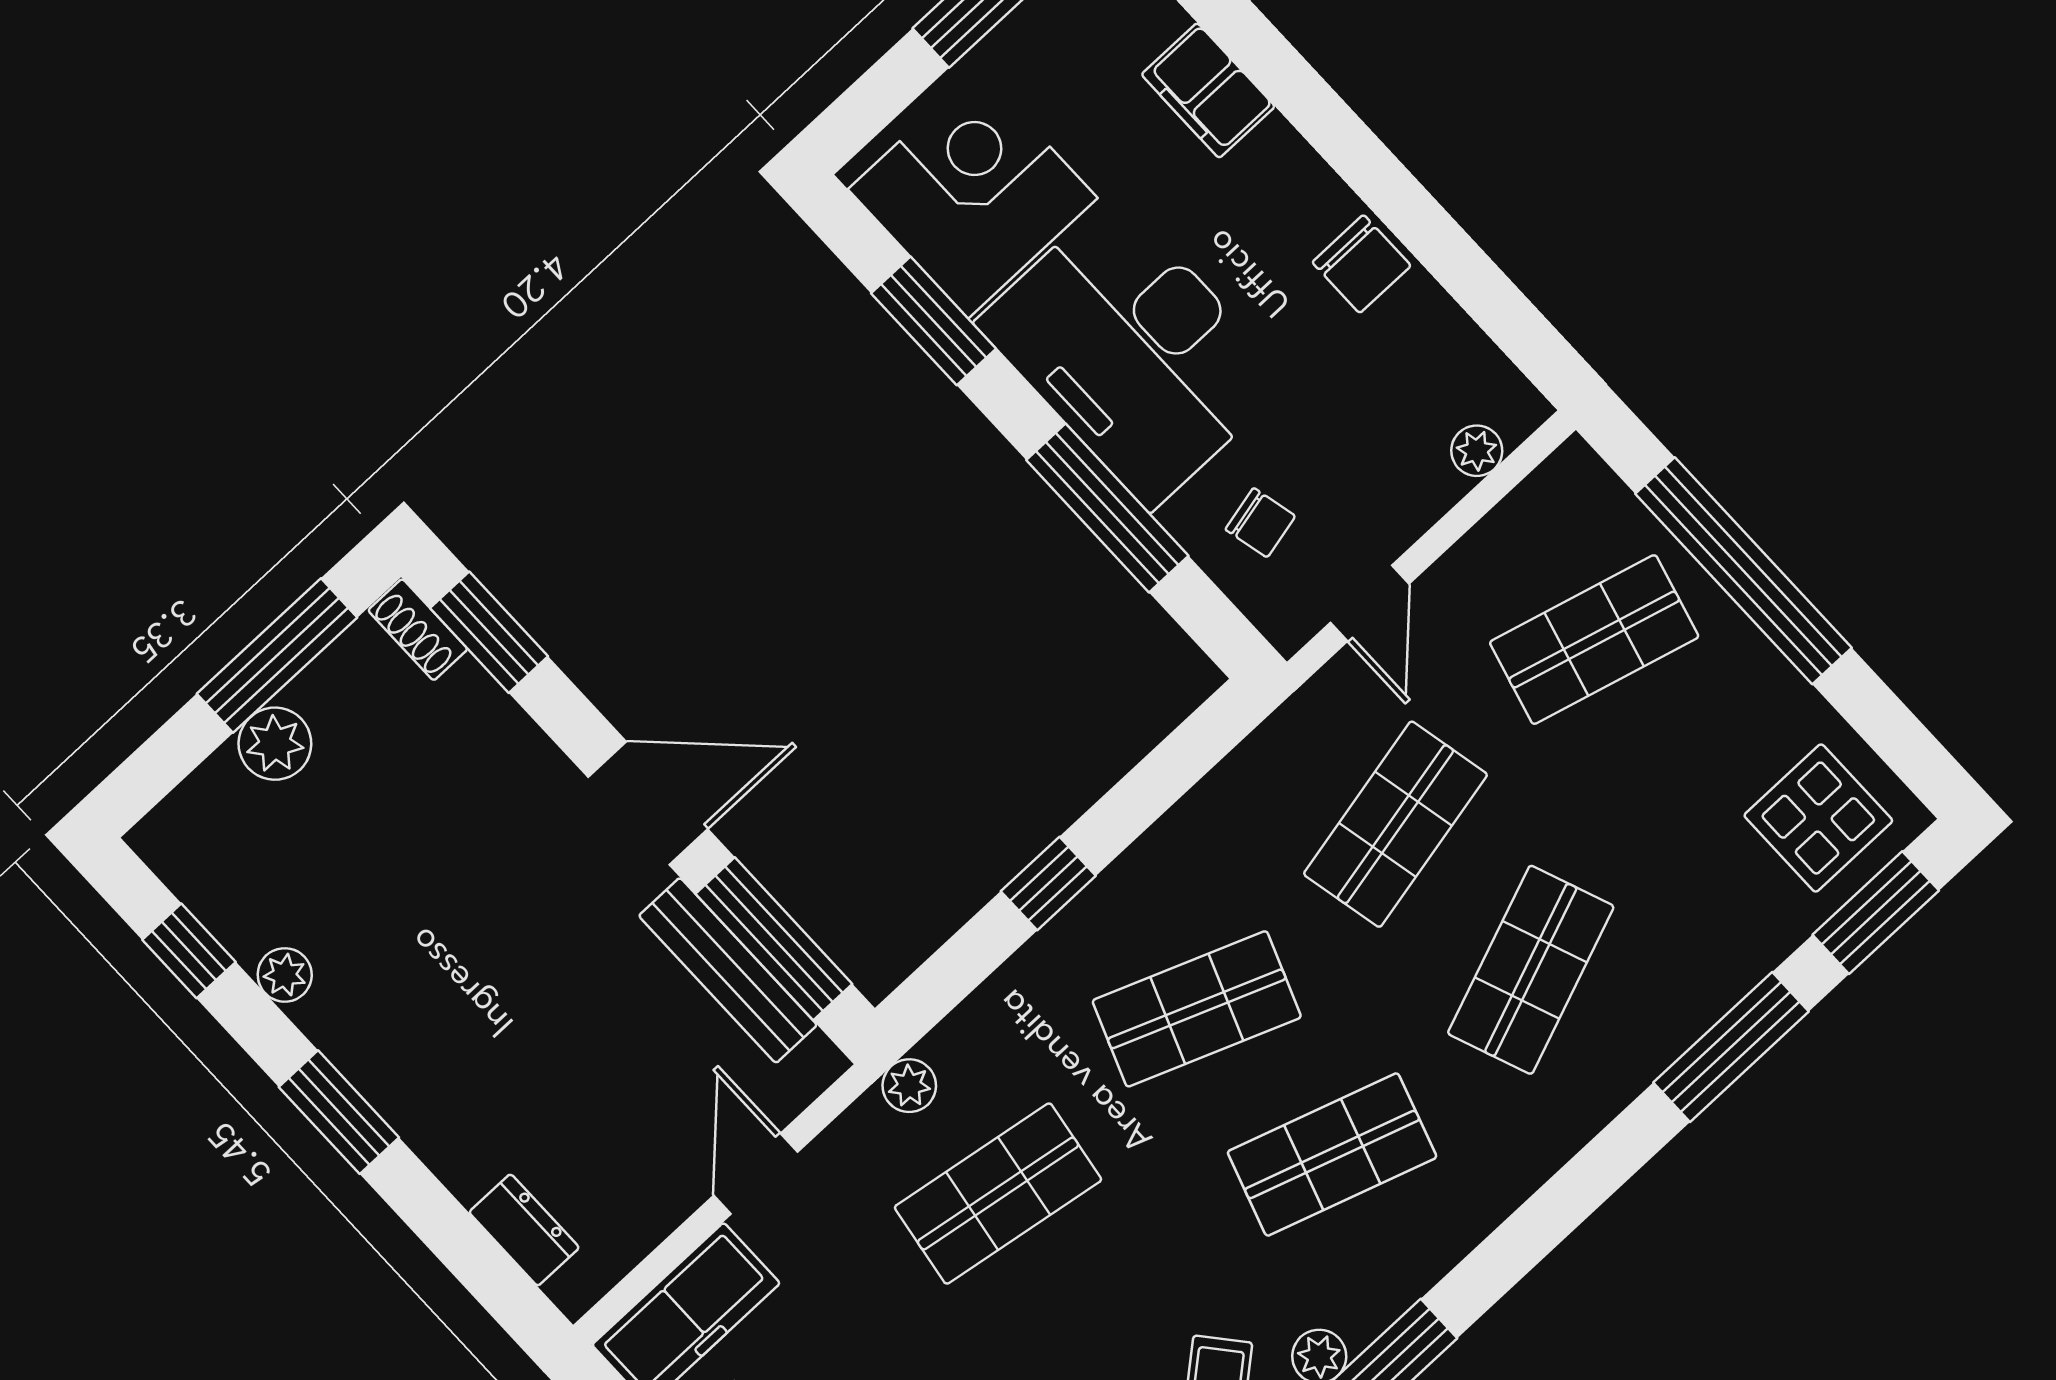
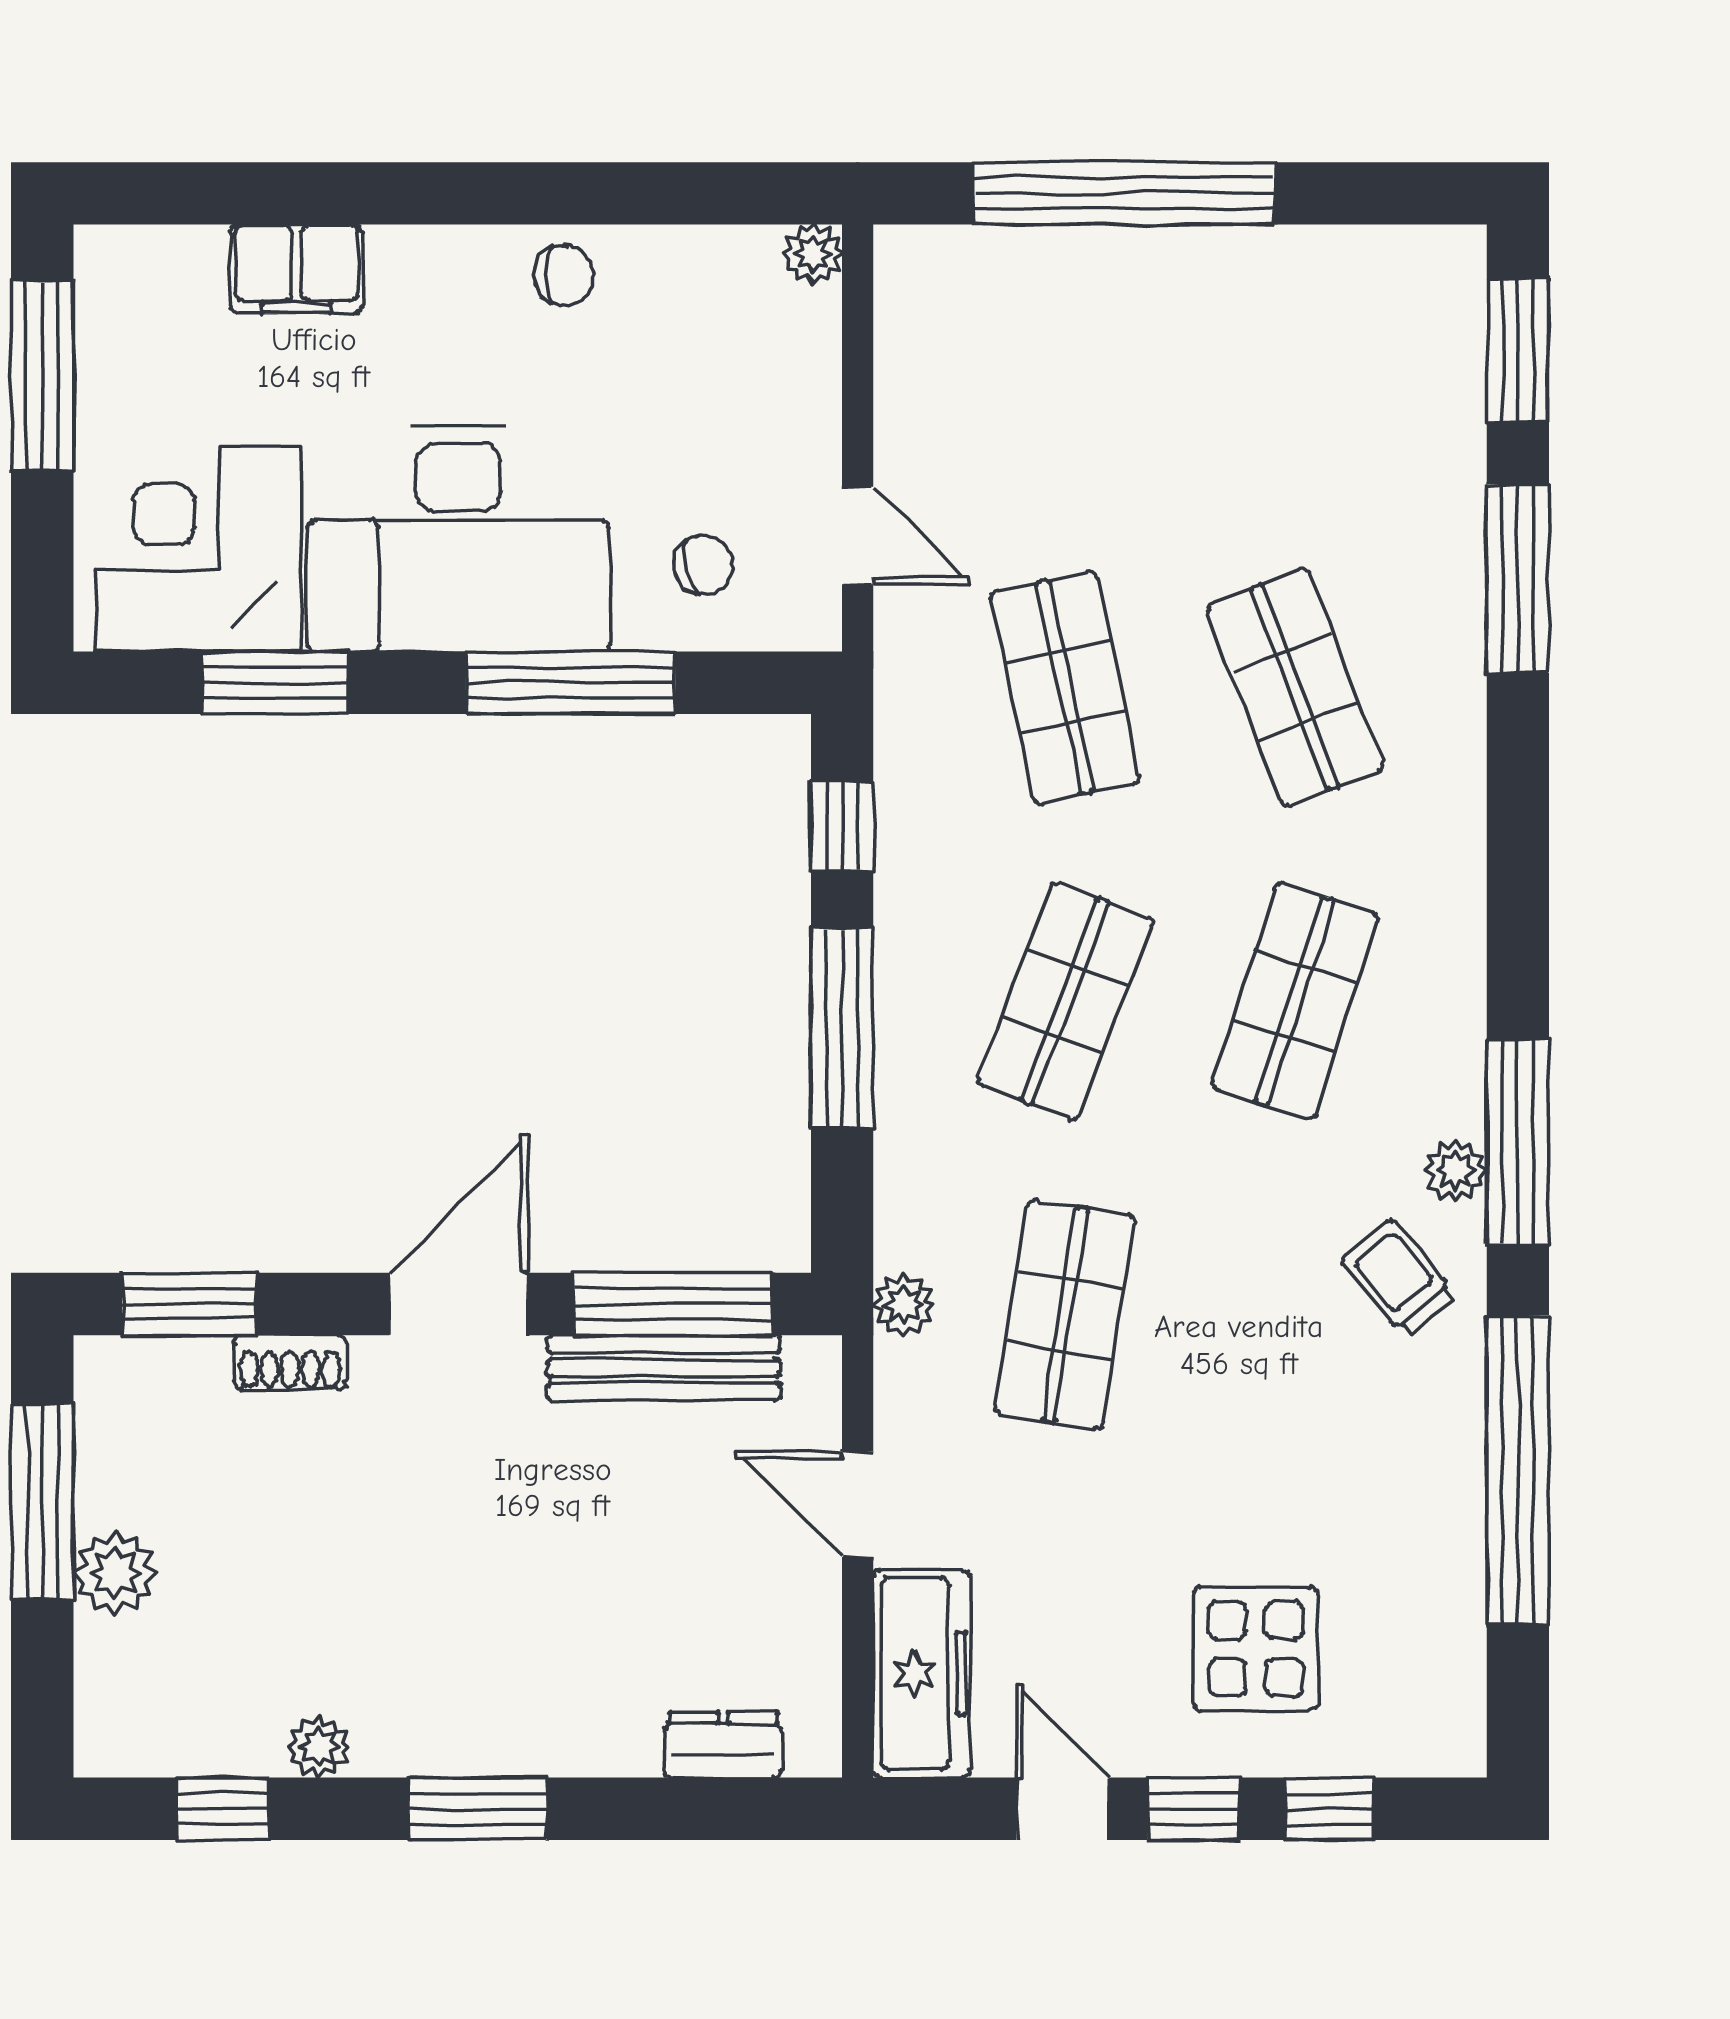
chair: (1362, 264) -> (564, 275), width x0.73, depth x0.73
plant: (1477, 451) -> (813, 254), moved
shoe rack: (418, 630) -> (290, 1362), moved
shop shelf: (1594, 640) -> (1065, 374), removed
window: (1176, 765) -> (842, 826), added
display table: (1818, 818) -> (1393, 325), removed
window: (1048, 883) -> (842, 1028), width x2.17

